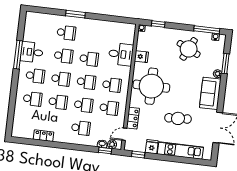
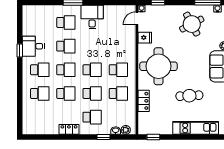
round table: (189, 49) -> (192, 24), turned 36
desk: (121, 54) -> (92, 17), moved, turned -90
window: (18, 55) -> (20, 51), width x0.46
school desk: (89, 59) -> (92, 46), removed
door: (124, 134) -> (137, 18), moved
locker: (44, 136) -> (69, 129), moved
fridge: (152, 147) -> (166, 128), removed
window: (105, 151) -> (104, 137), moved

